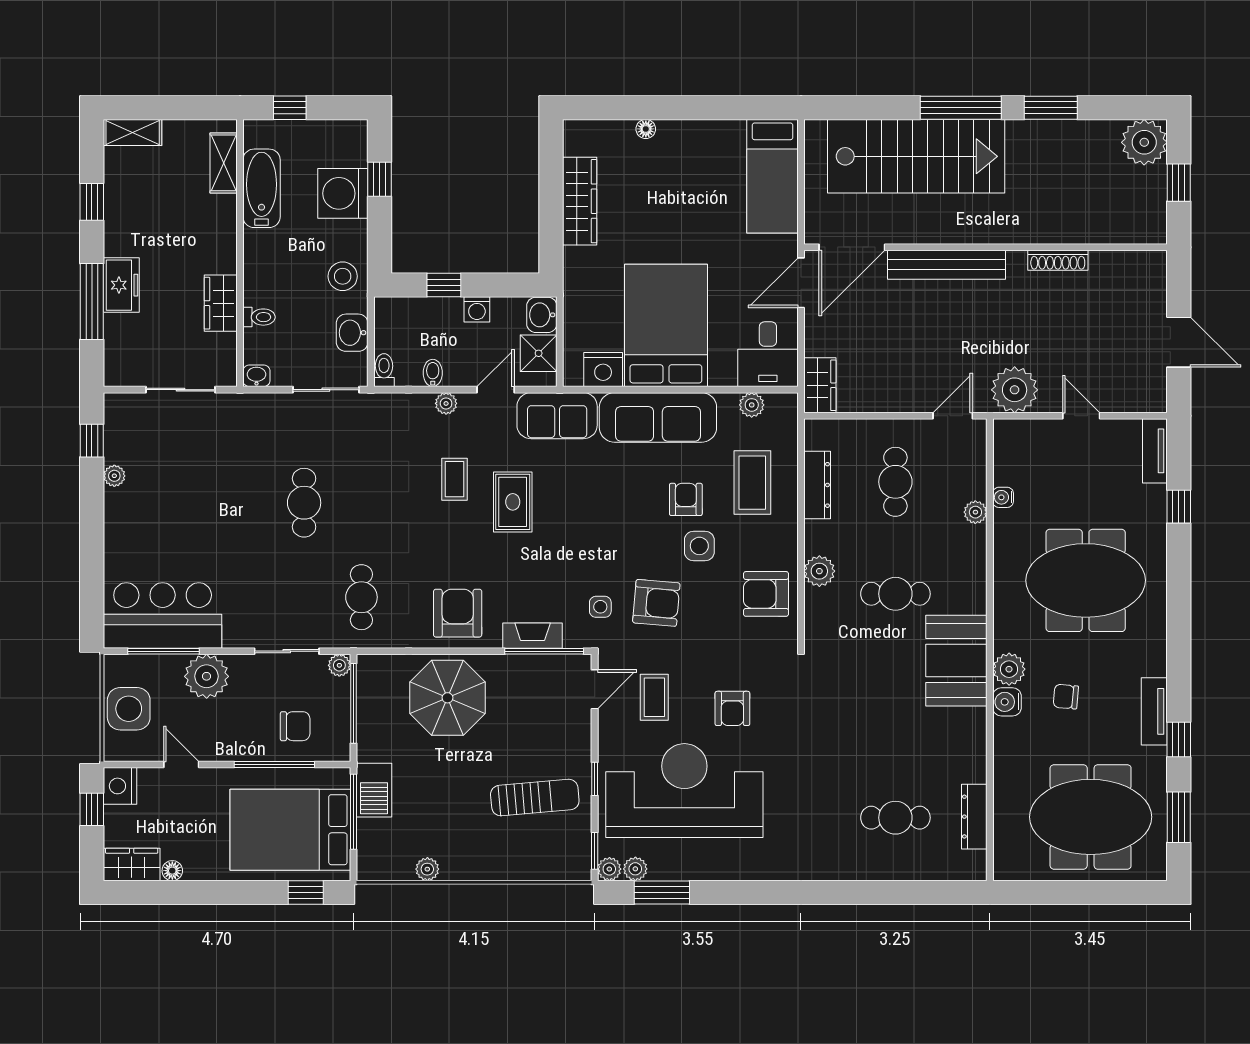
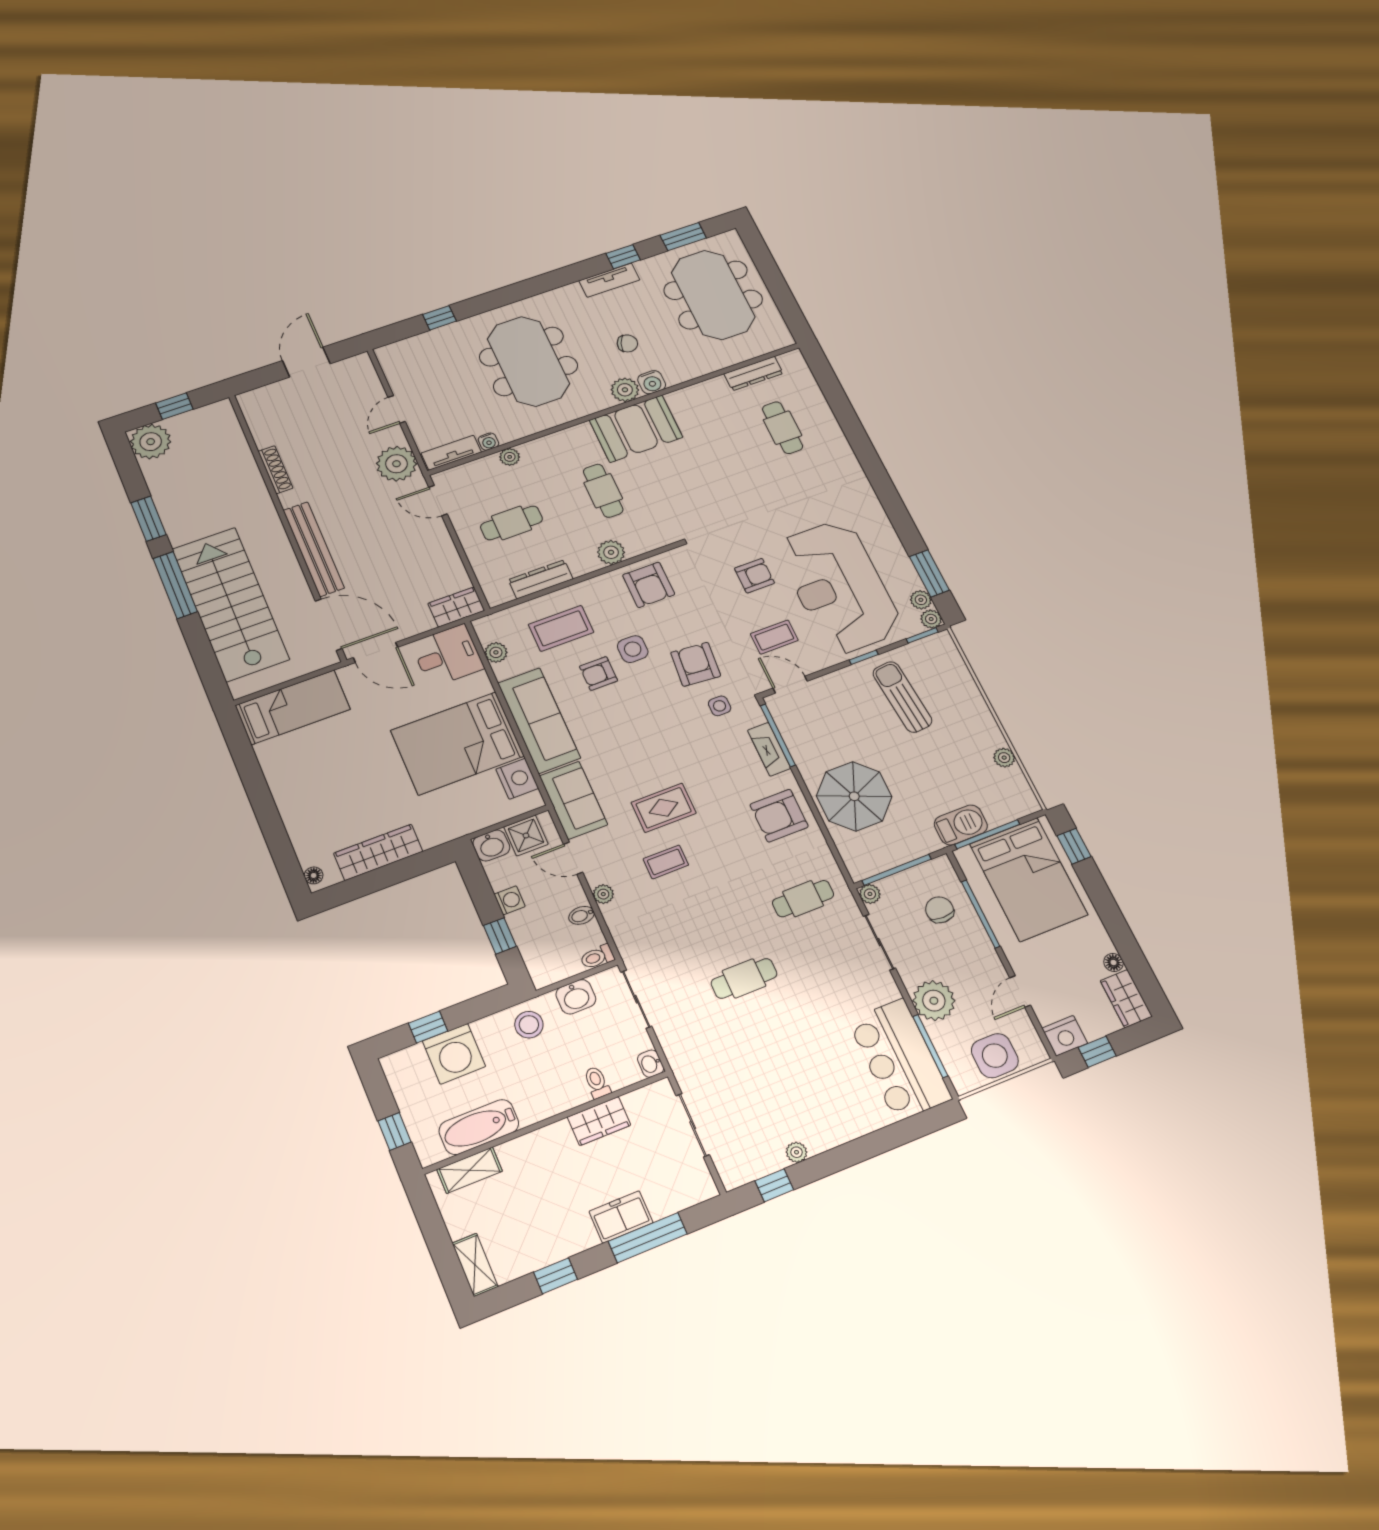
floor lamp: (646, 129) -> (314, 875), moved
tv unit: (1155, 451) -> (451, 453), moved, turned 180
chair: (1066, 697) -> (627, 343), turned -74

